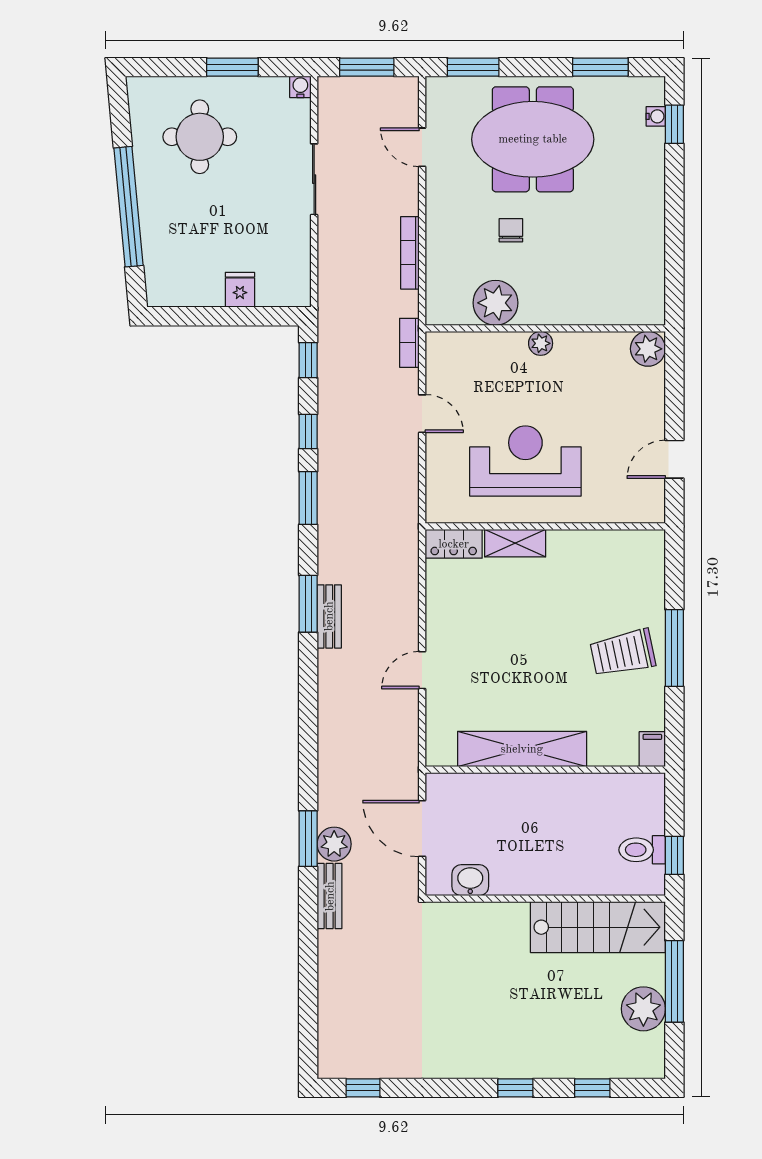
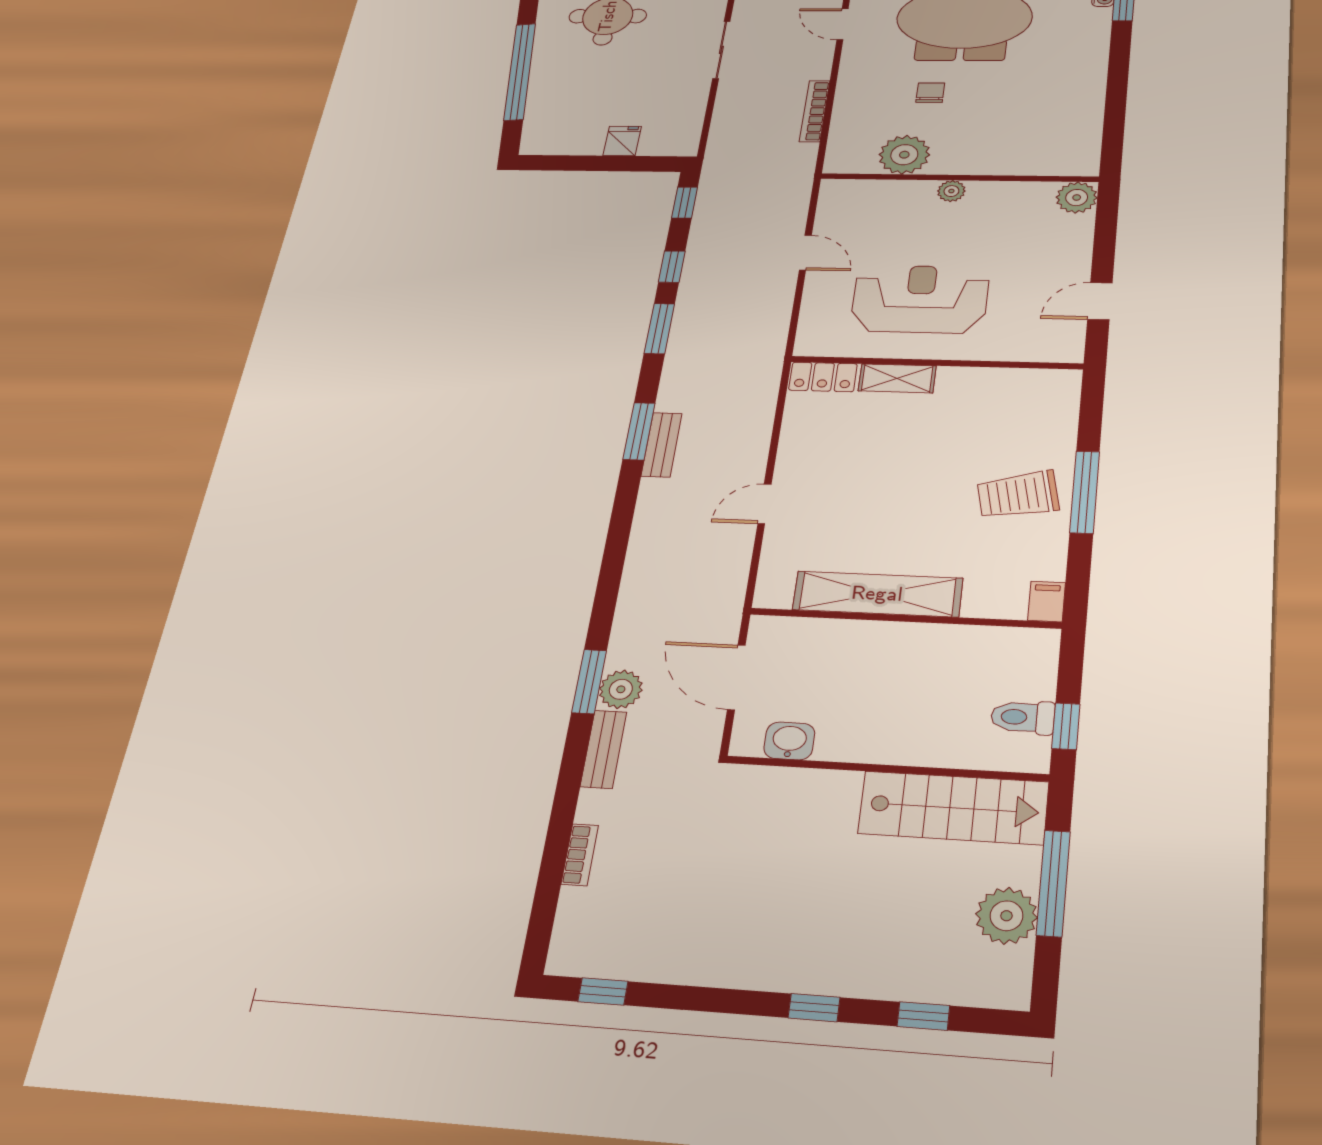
bookcase: (409, 343) -> (580, 855), moved, turned 180

